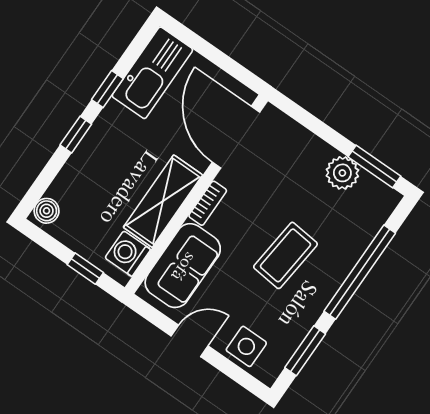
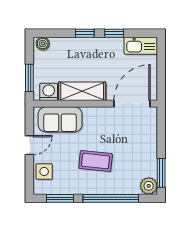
kitchen sink: (152, 73) -> (141, 46), width x0.73, depth x0.81
plant: (342, 173) -> (149, 186), moved
bookcase: (208, 203) -> (95, 111), removed
window: (85, 269) -> (29, 78), width x1.50
door: (190, 341) -> (29, 145), hinge flipped

